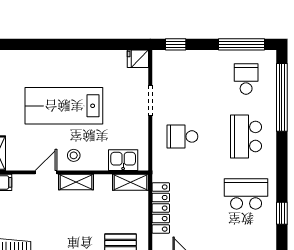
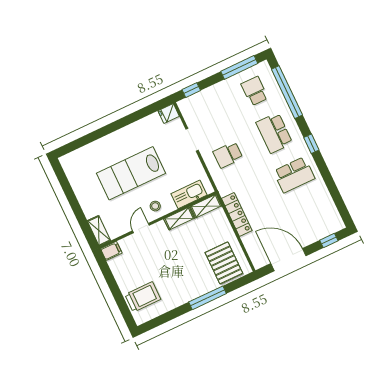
kitchen sink: (123, 160) -> (189, 194), width x1.38
shelving: (76, 182) -> (179, 219), moved
school desk: (246, 194) -> (294, 175), turned 180
window: (282, 213) -> (311, 144), moved

